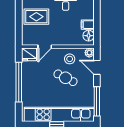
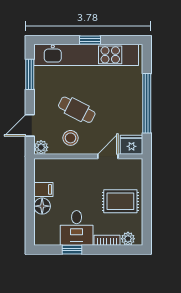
floor lamp: (89, 36) -> (42, 206), moved
door: (97, 67) -> (30, 125), swing flipped
window: (97, 101) -> (30, 74), width x0.69

